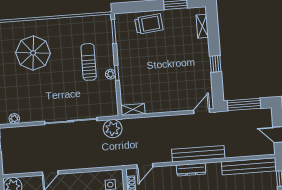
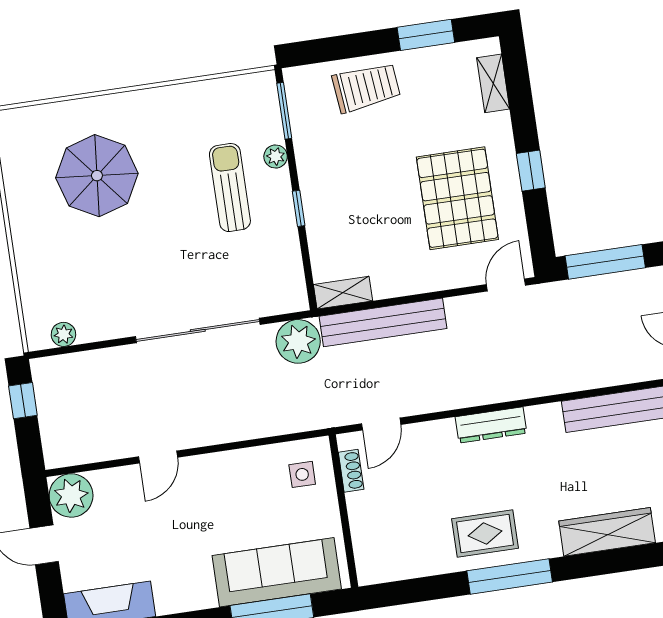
pallet: (184, 73) -> (457, 198), added
plant: (110, 74) -> (276, 156), moved
bench: (198, 154) -> (383, 322), moved

